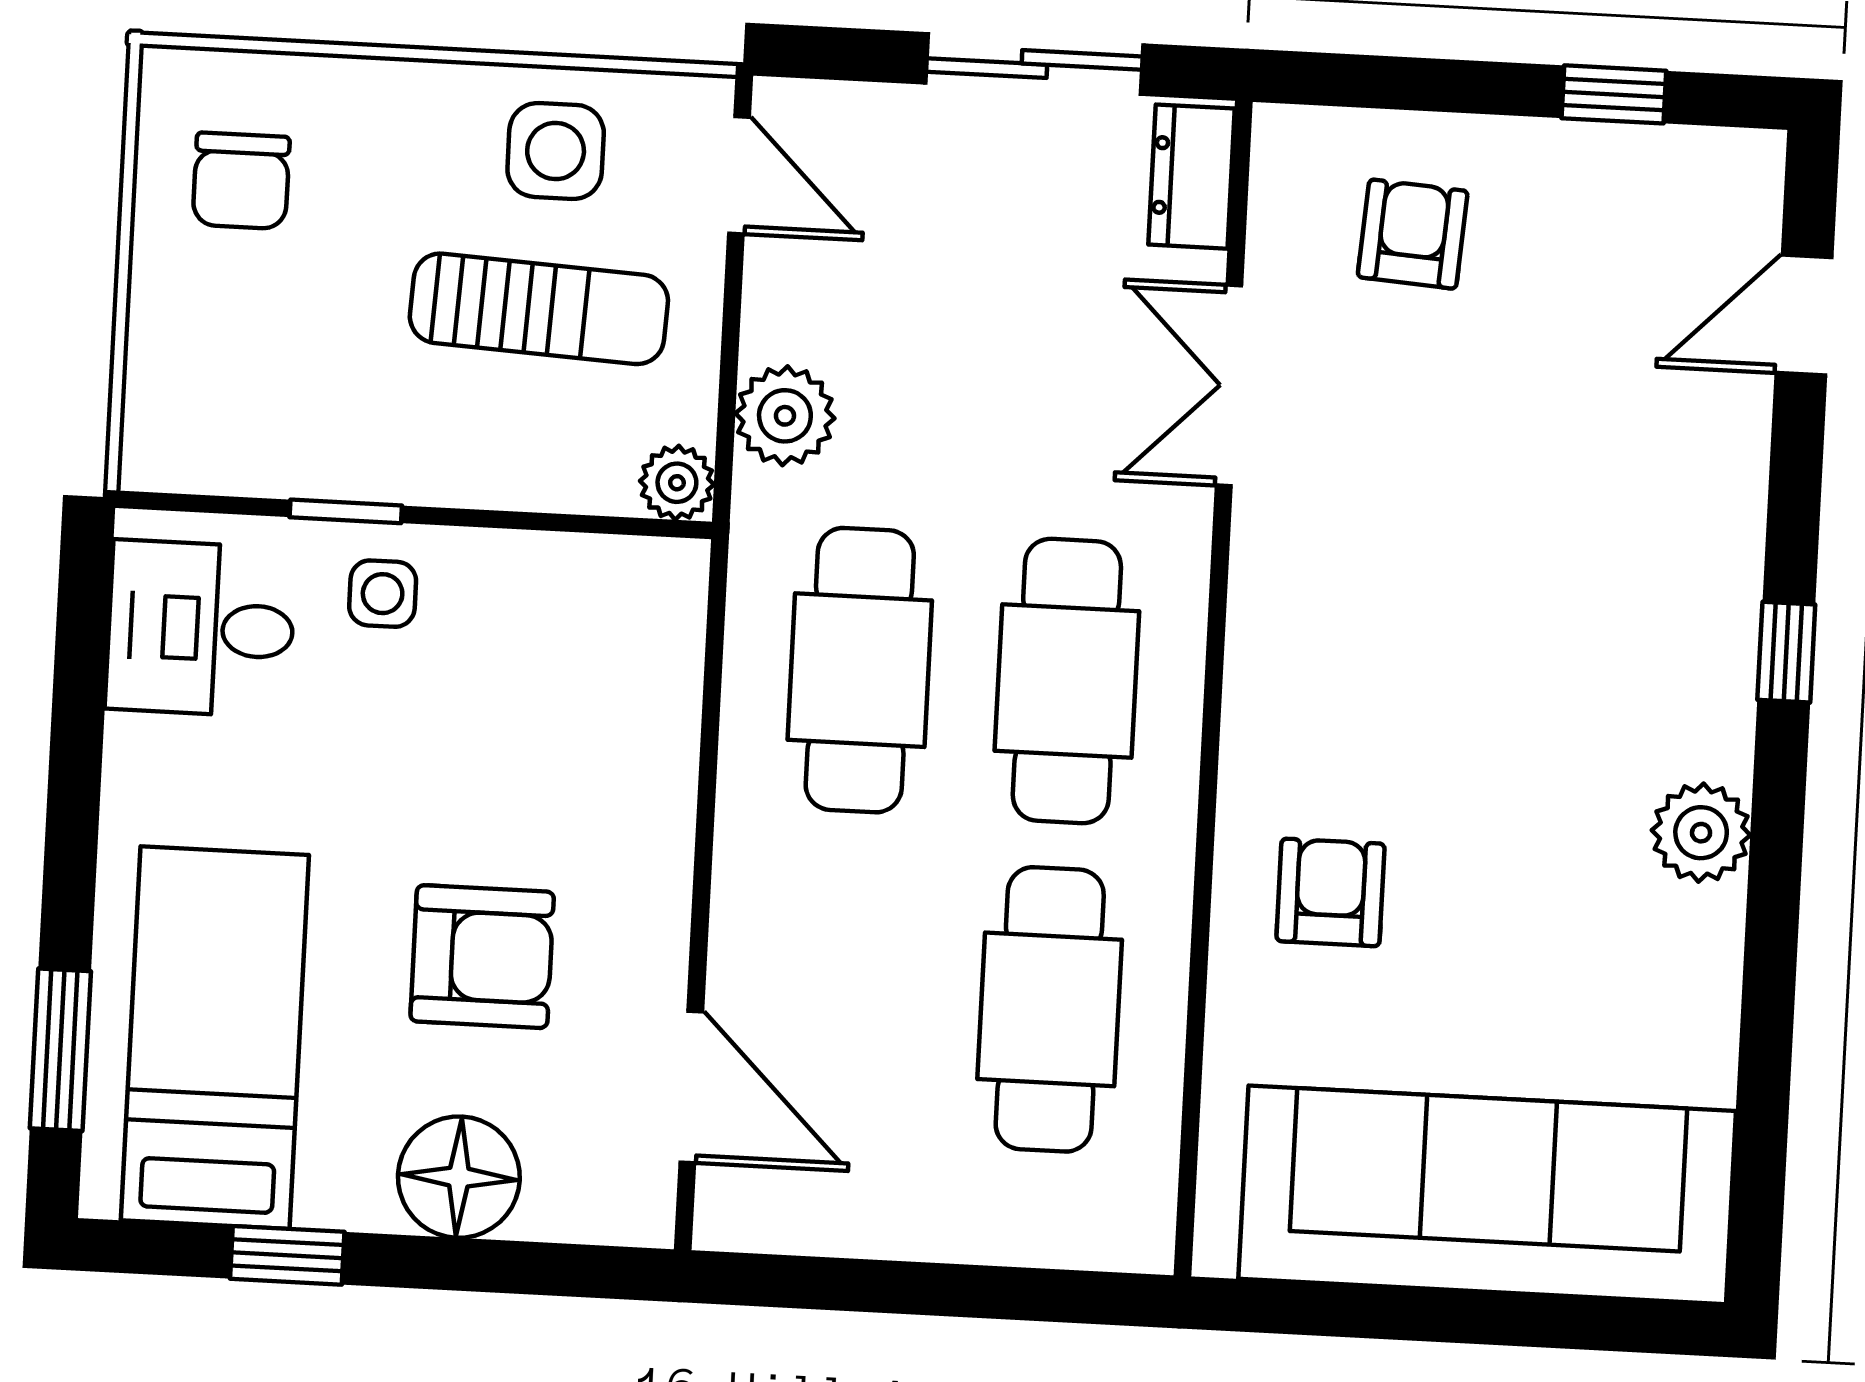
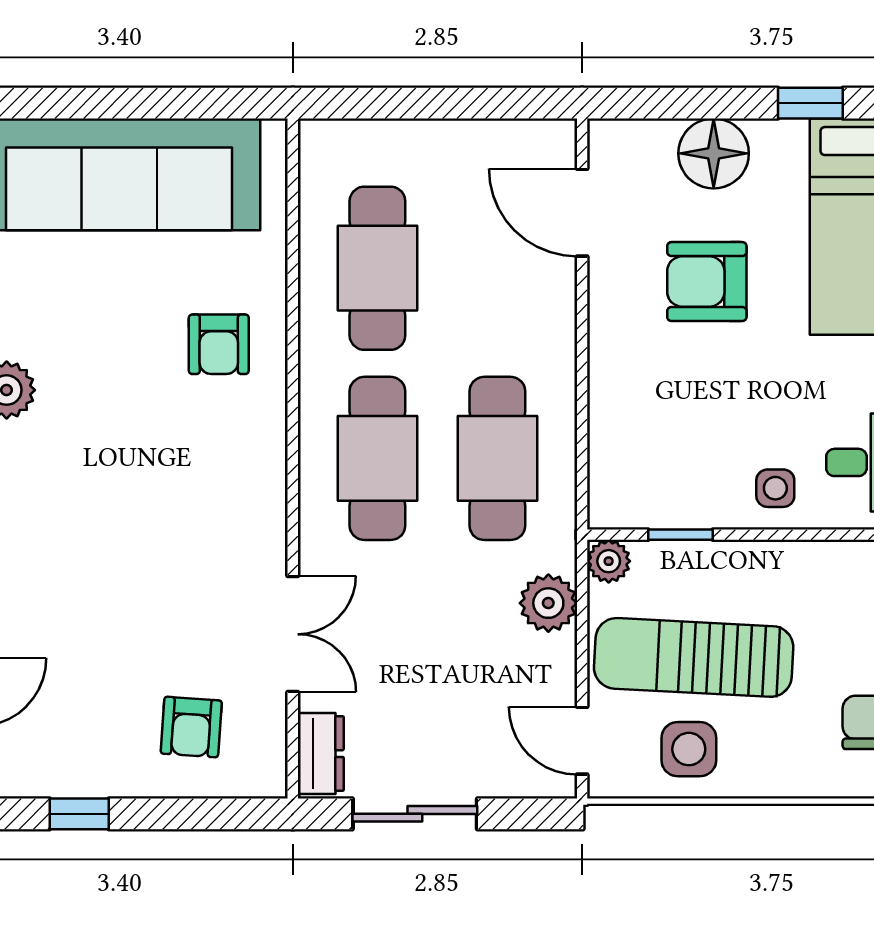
sun lounger: (539, 309) -> (694, 657), width x1.36, depth x1.34
window: (346, 511) -> (681, 535), moved

